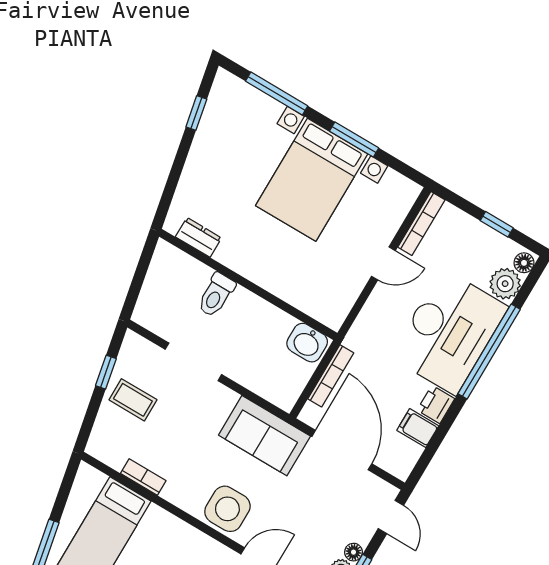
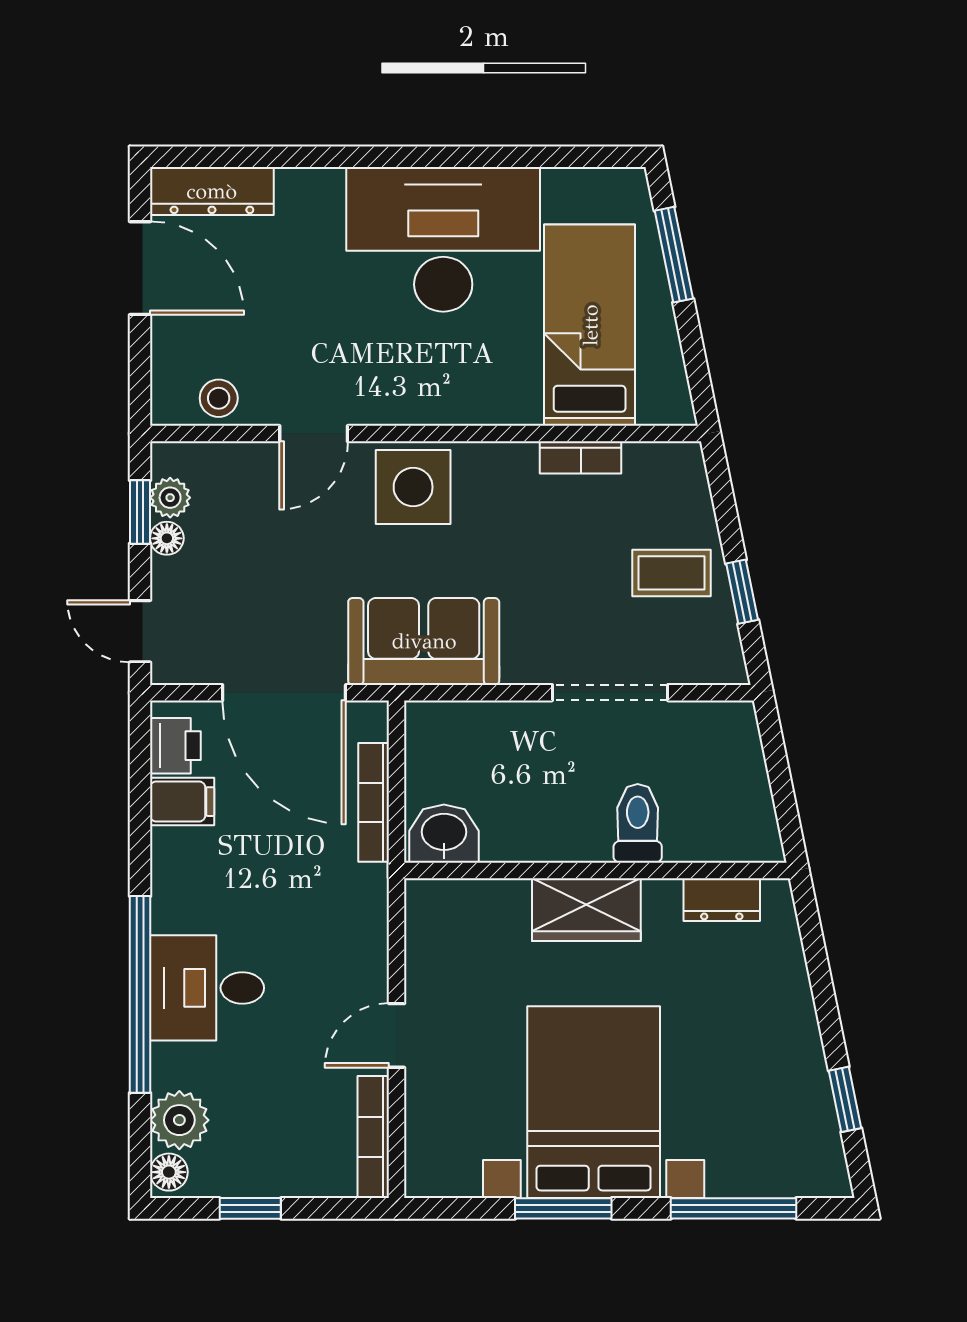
wardrobe: (263, 269) -> (586, 910), added
desk: (449, 332) -> (207, 988), width x0.53, depth x0.77
printer: (436, 404) -> (175, 746), moved

